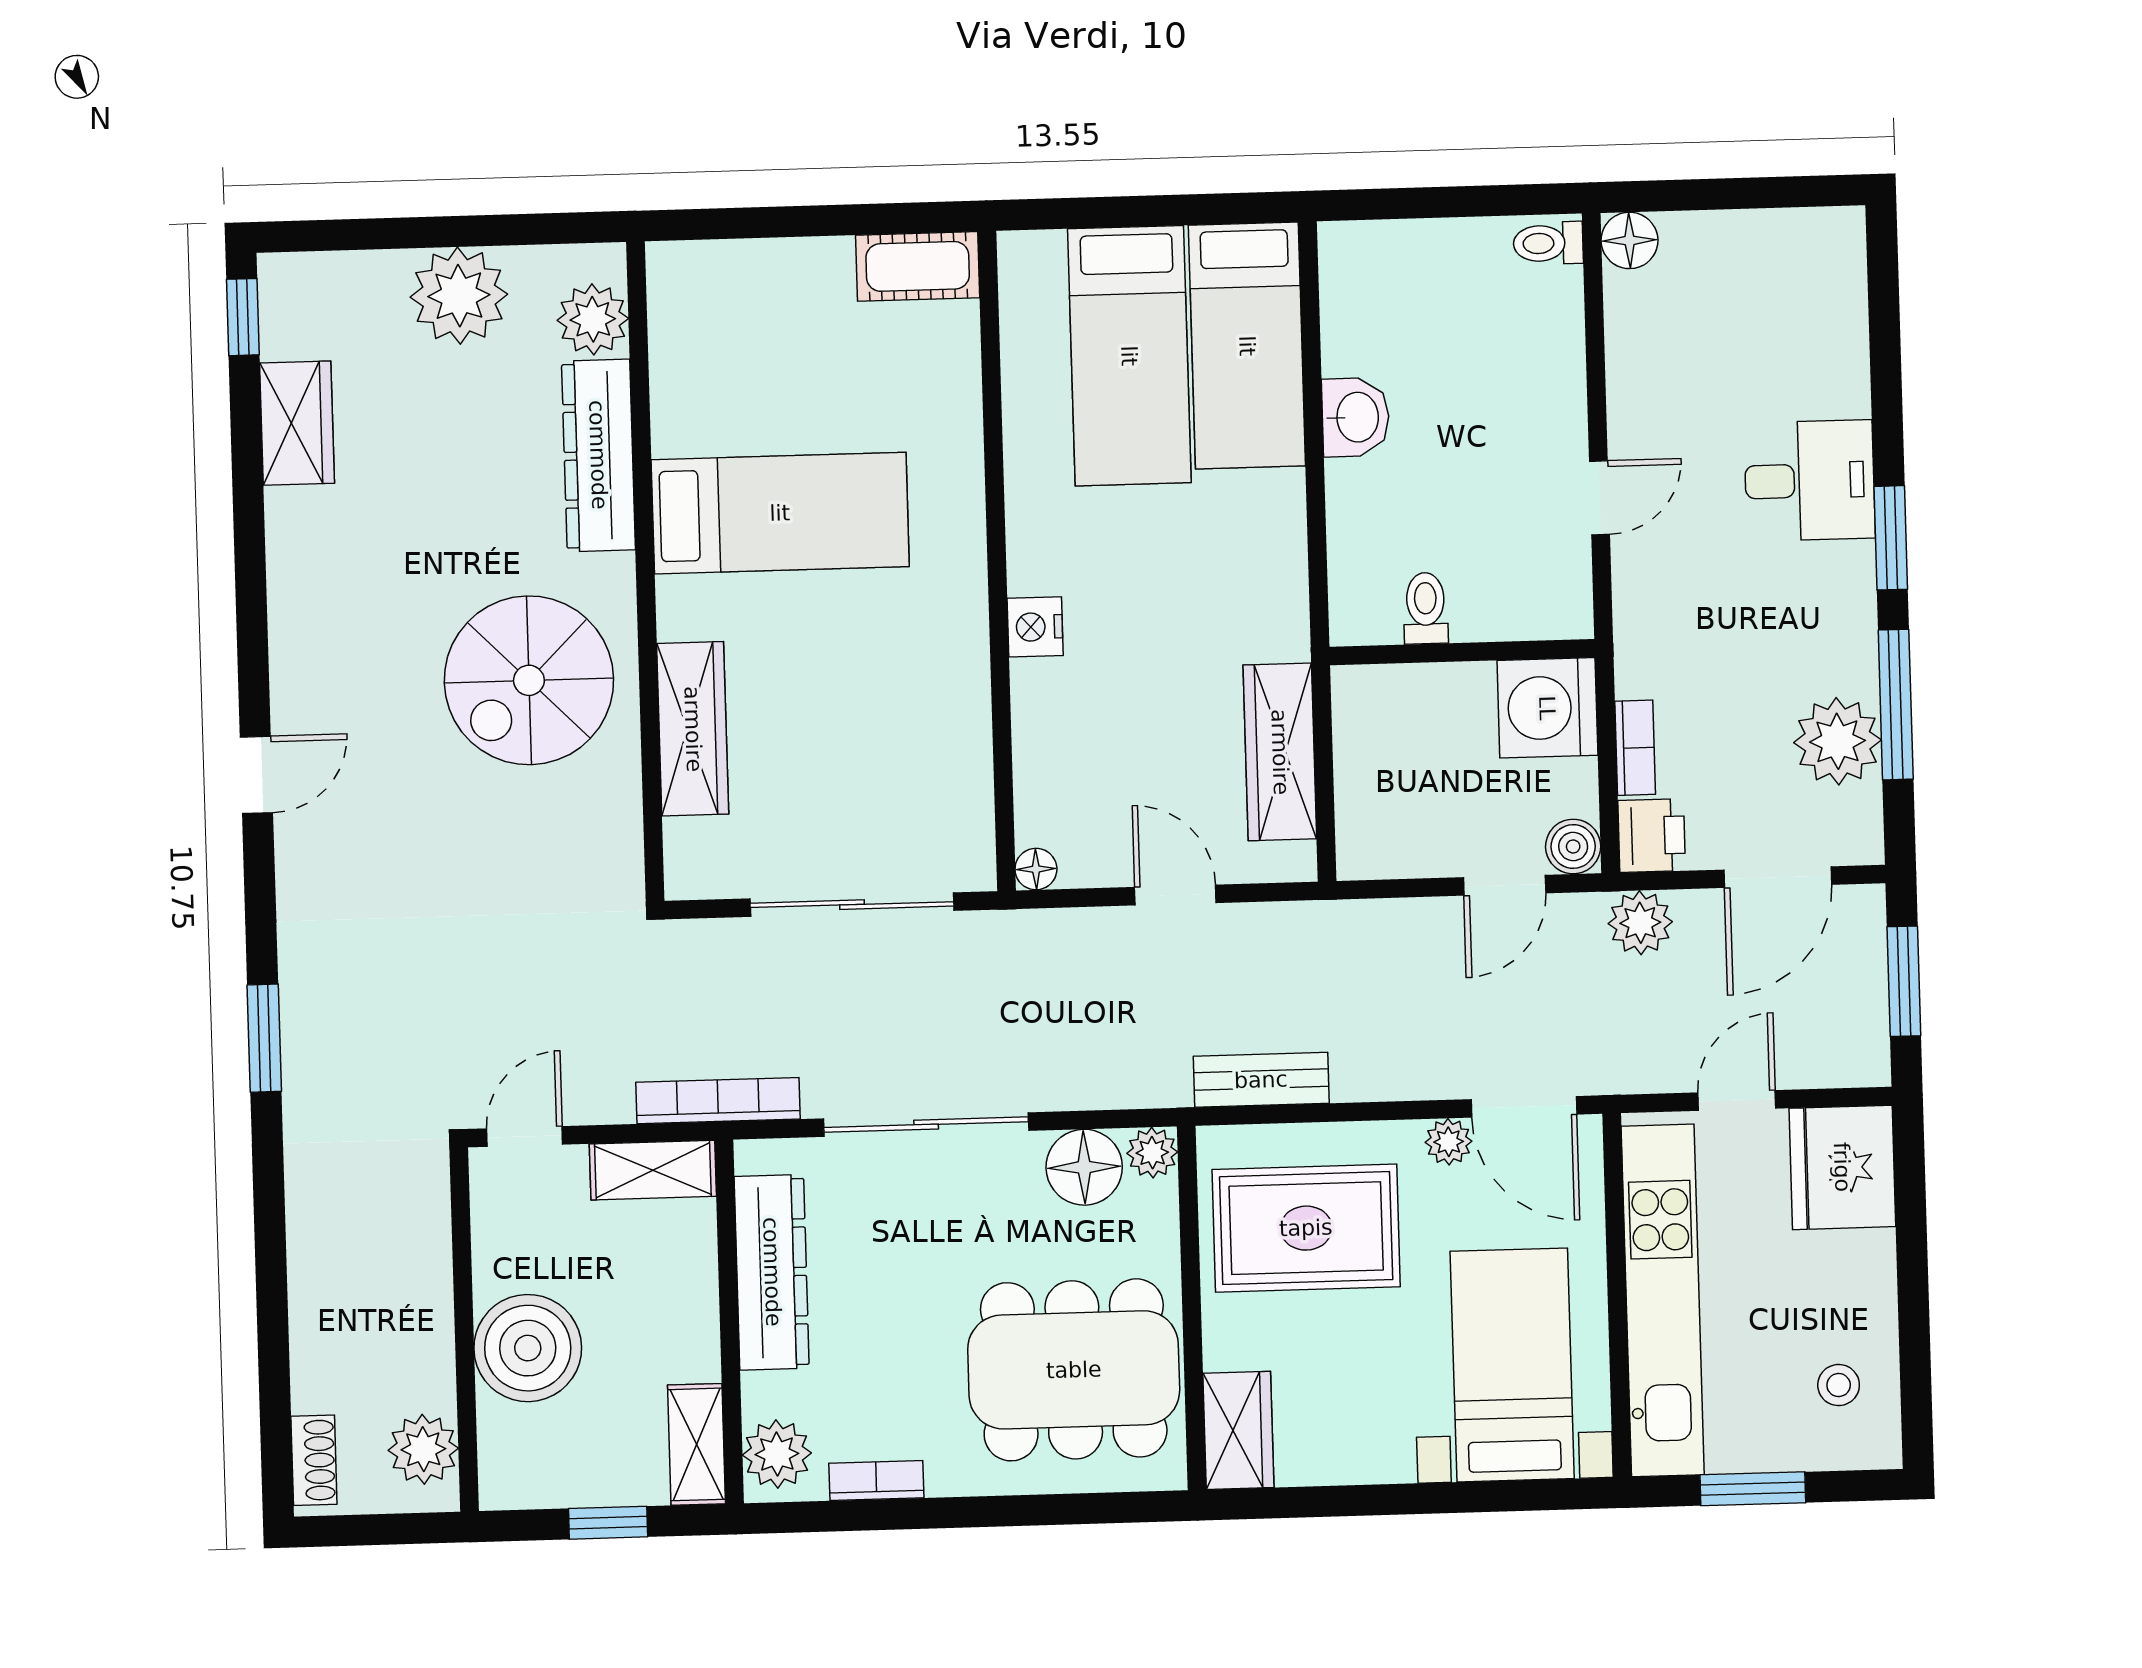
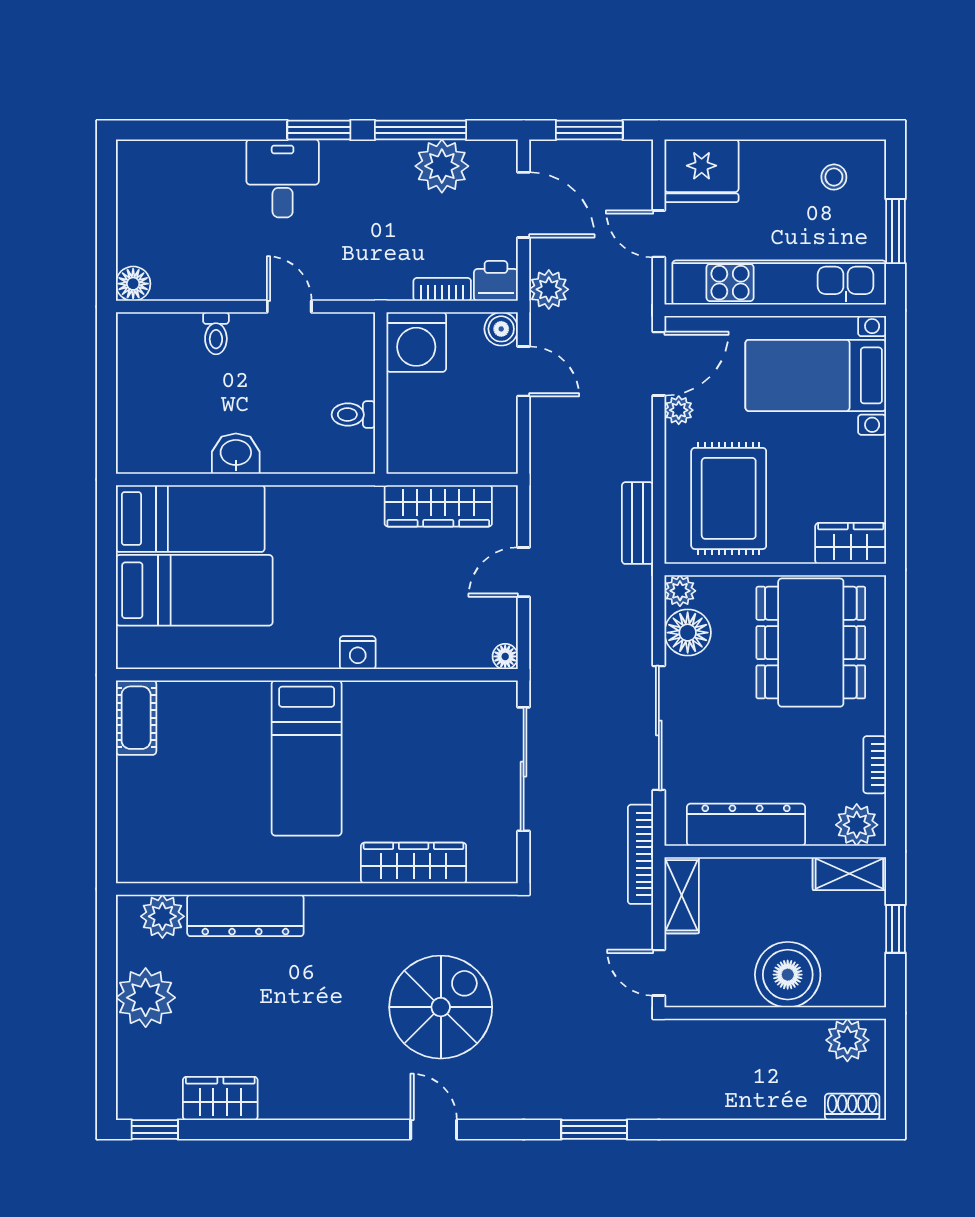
toilet: (1548, 243) -> (216, 333), moved
bed: (780, 513) -> (307, 758), moved, turned 180
spiral stairs: (529, 680) -> (441, 1007), moved, turned -90

